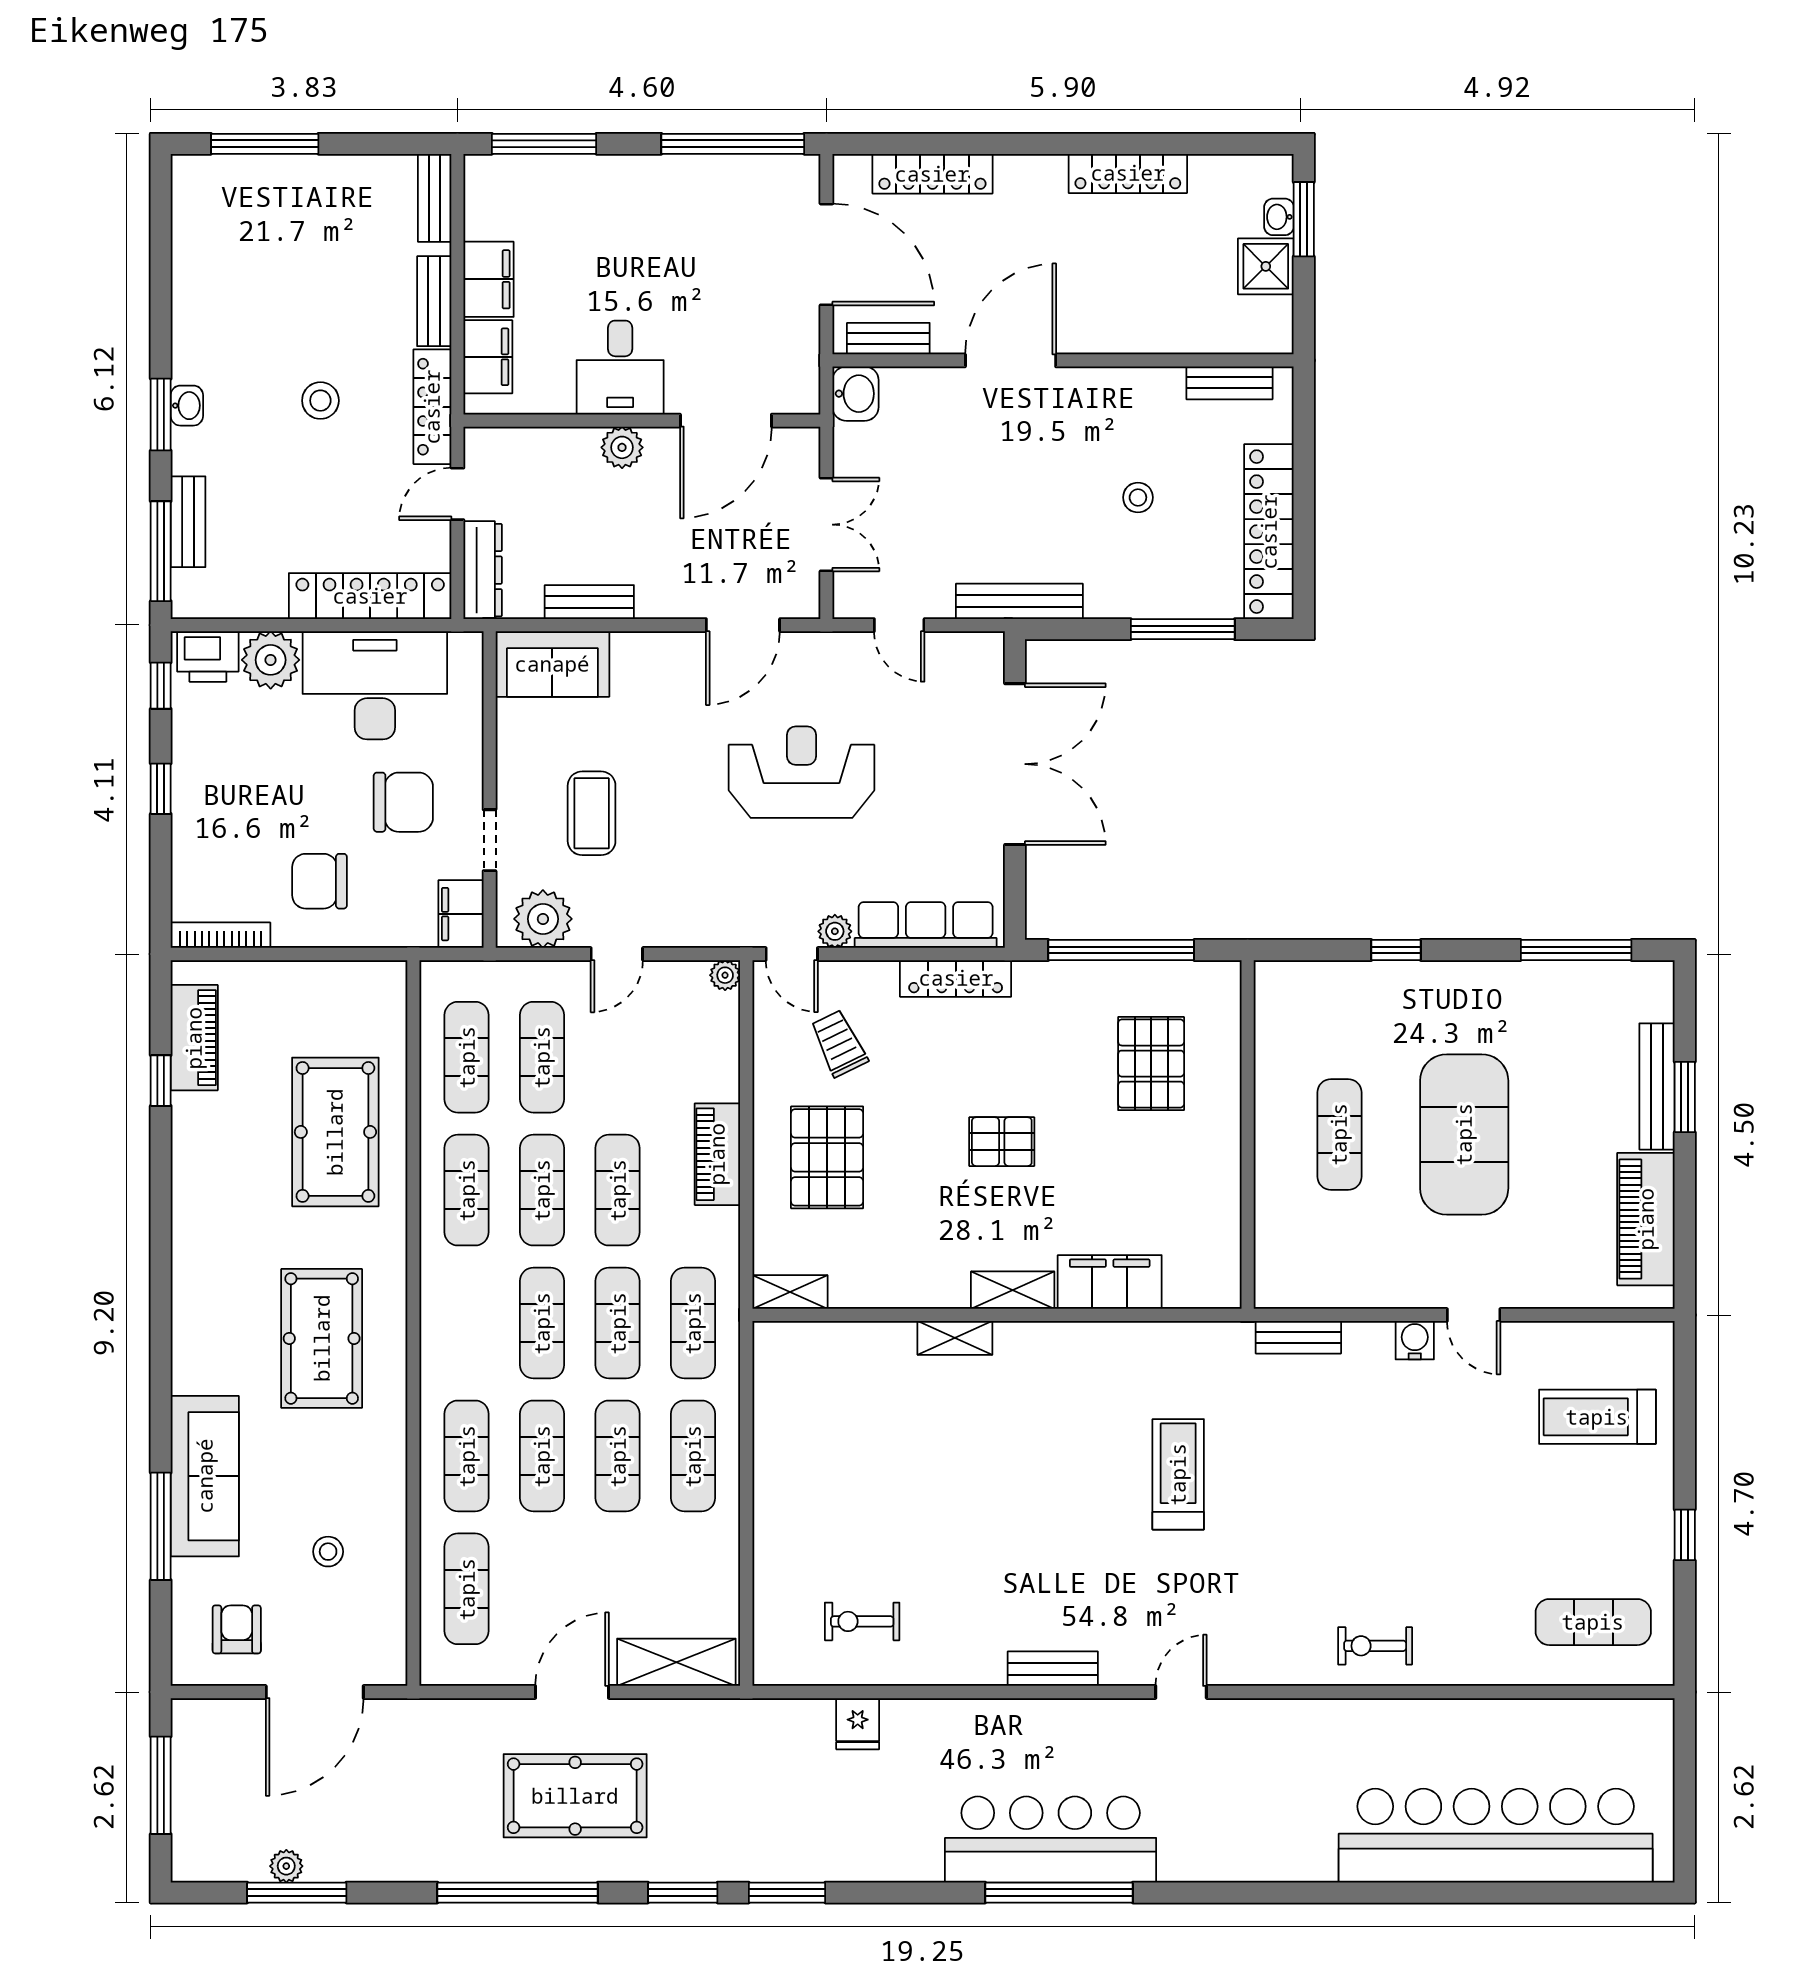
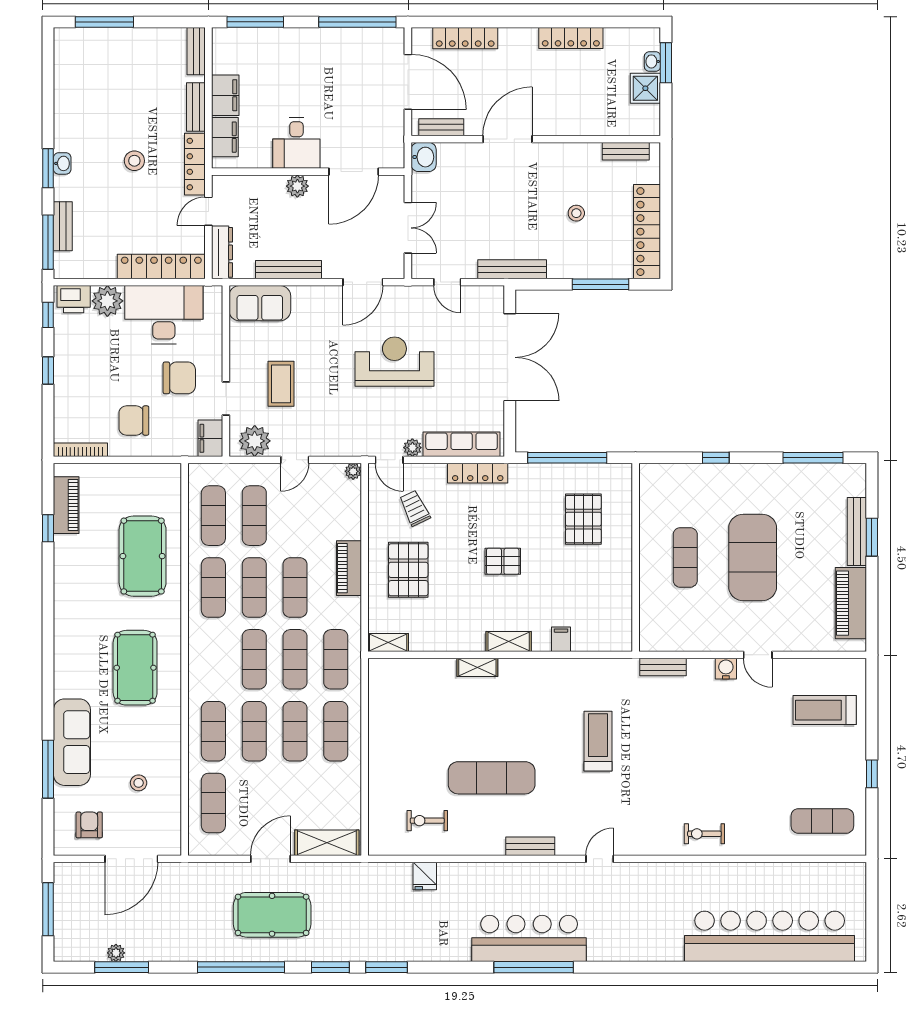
bench: (589, 602) -> (288, 270), width x1.36
filing cabinet: (1110, 1282) -> (561, 639), width x0.33, depth x0.86
exercise mat: (981, 1542) -> (492, 778), added

